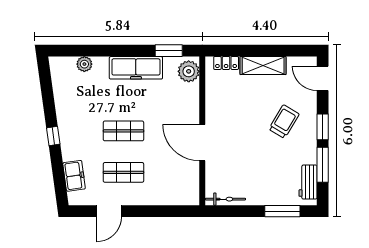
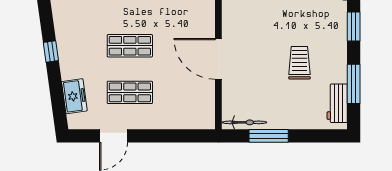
trolley: (284, 122) -> (299, 63), moved, turned -31
window: (323, 127) -> (354, 27), moved
window: (282, 211) -> (269, 136), moved

